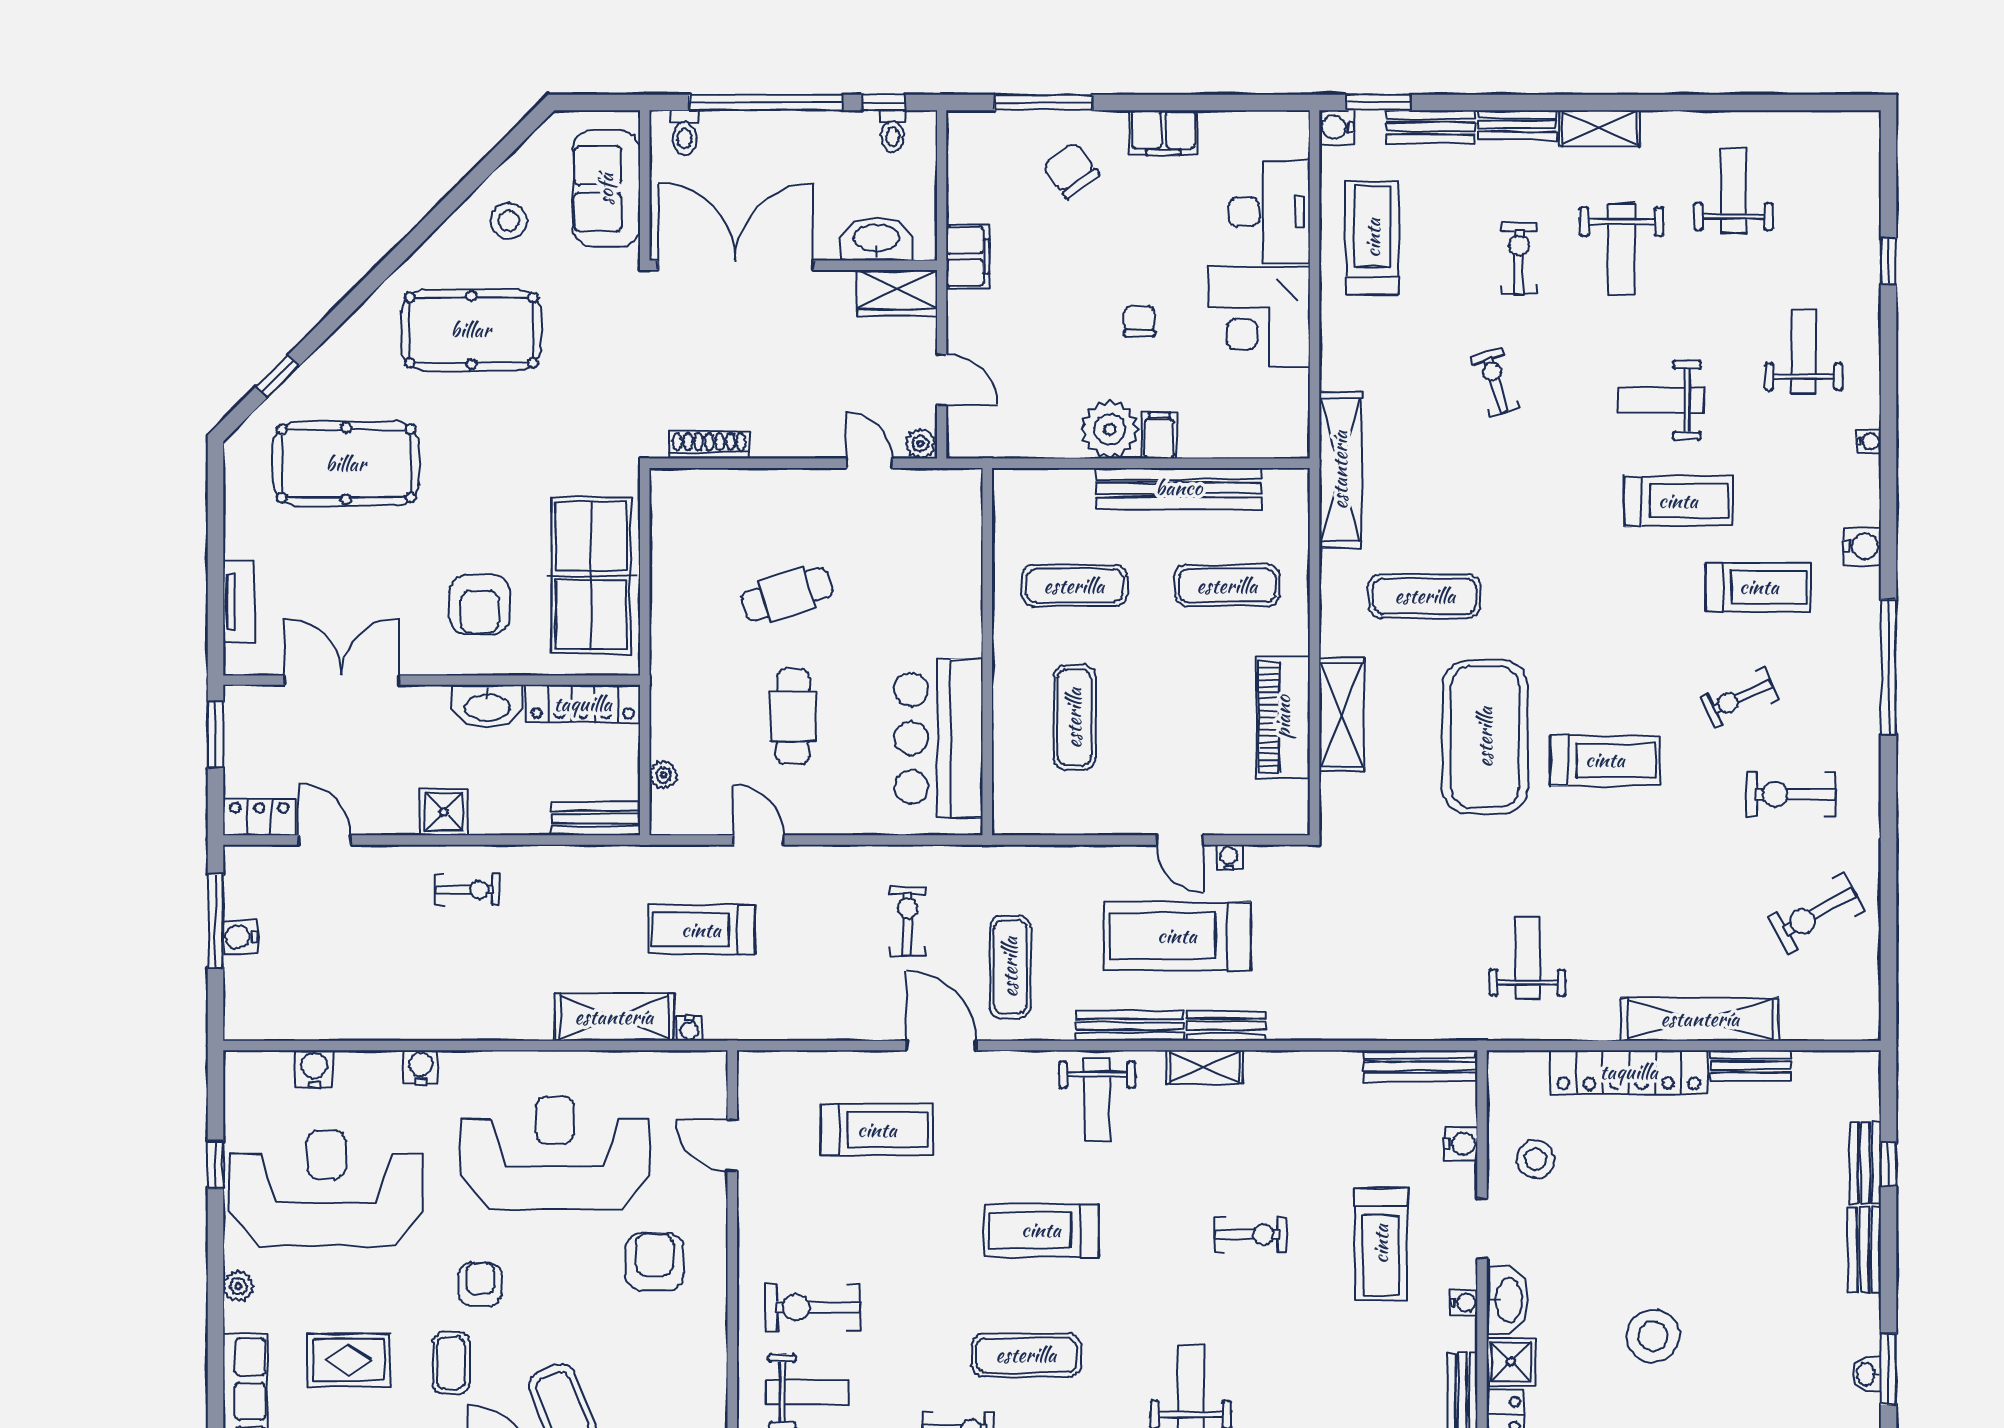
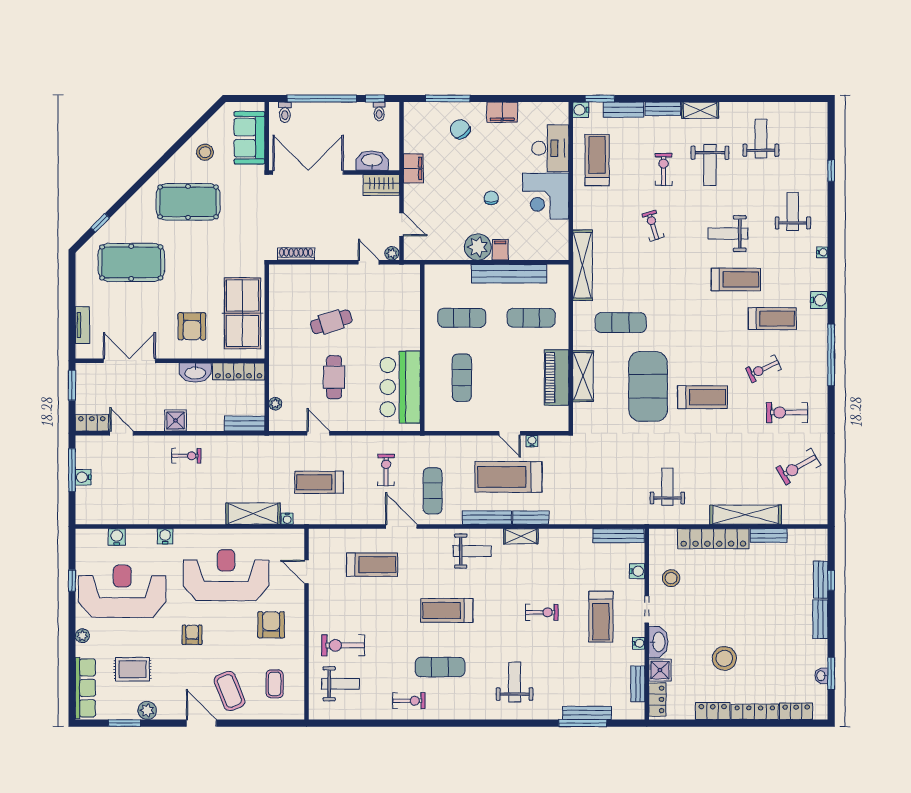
treadmill: (701, 930) -> (319, 482), moved
weight bench: (1097, 1100) -> (472, 551), turned -90
coffee table: (451, 1363) -> (275, 684), moved

